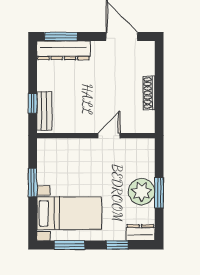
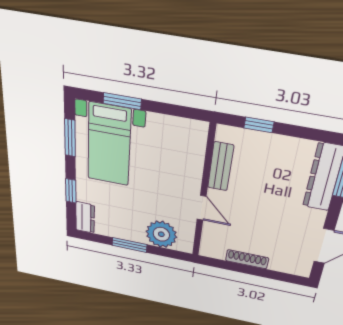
bench: (44, 111) -> (221, 167), moved, turned 90
window: (33, 183) -> (122, 101), moved
plant: (142, 192) -> (161, 234), moved

